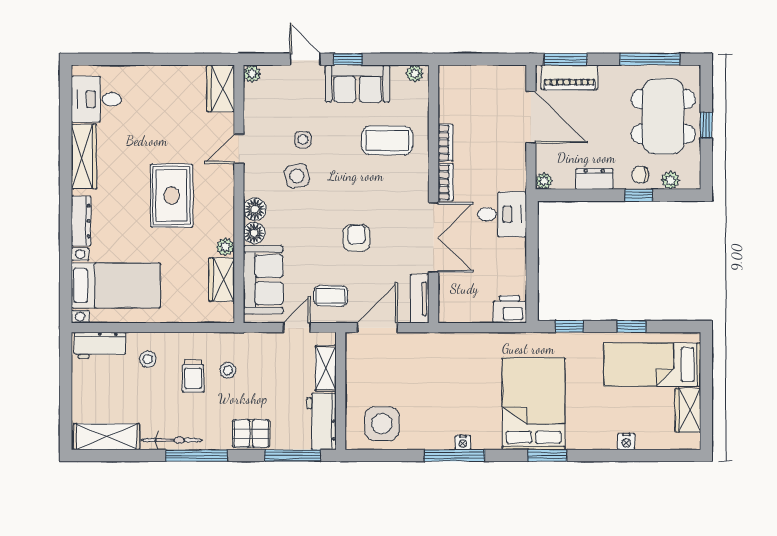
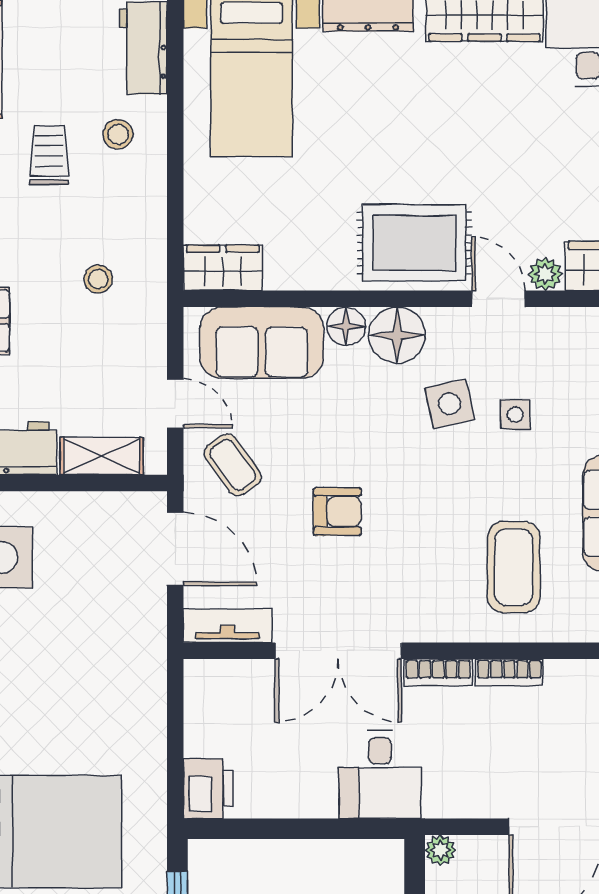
rug: (172, 196) -> (414, 243), moved
floor lamp: (255, 209) -> (397, 335), width x1.38, depth x1.38
plant: (225, 247) -> (545, 274), moved
wardrobe: (222, 280) -> (223, 268), moved
coffee table: (331, 296) -> (233, 465), turned -36
trolley: (193, 376) -> (49, 155), moved, turned 90

